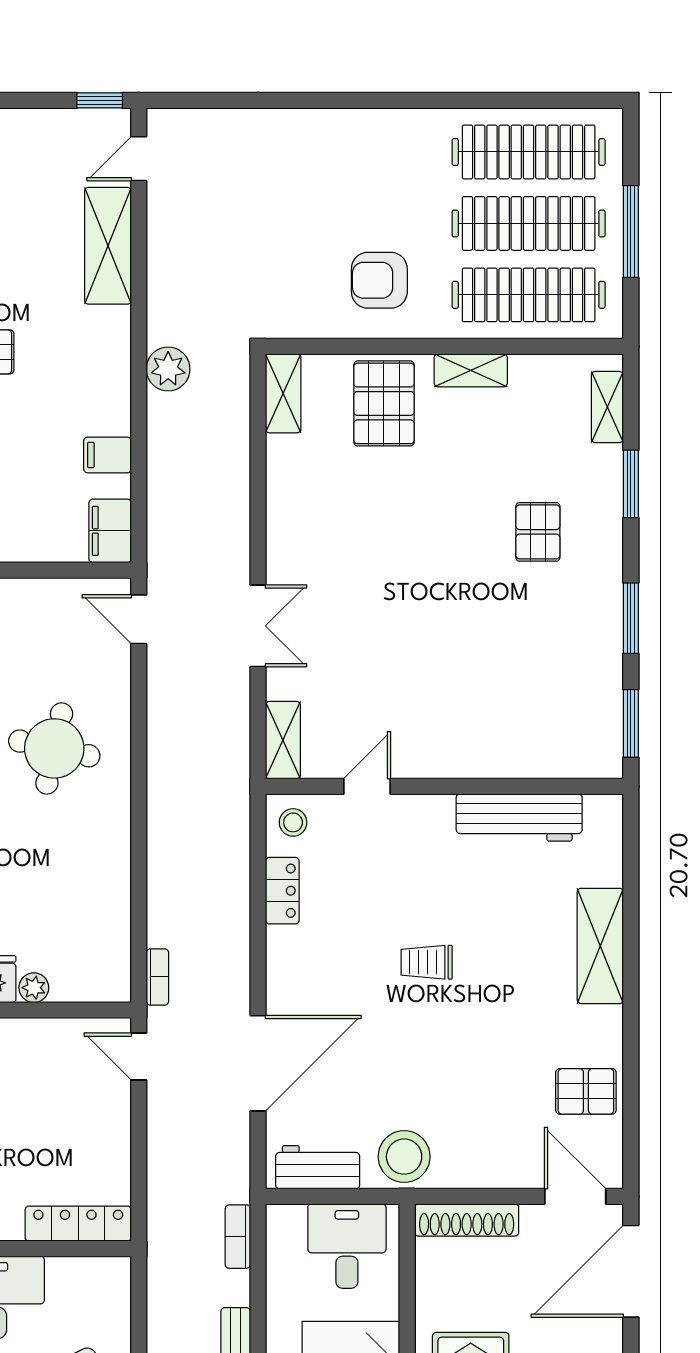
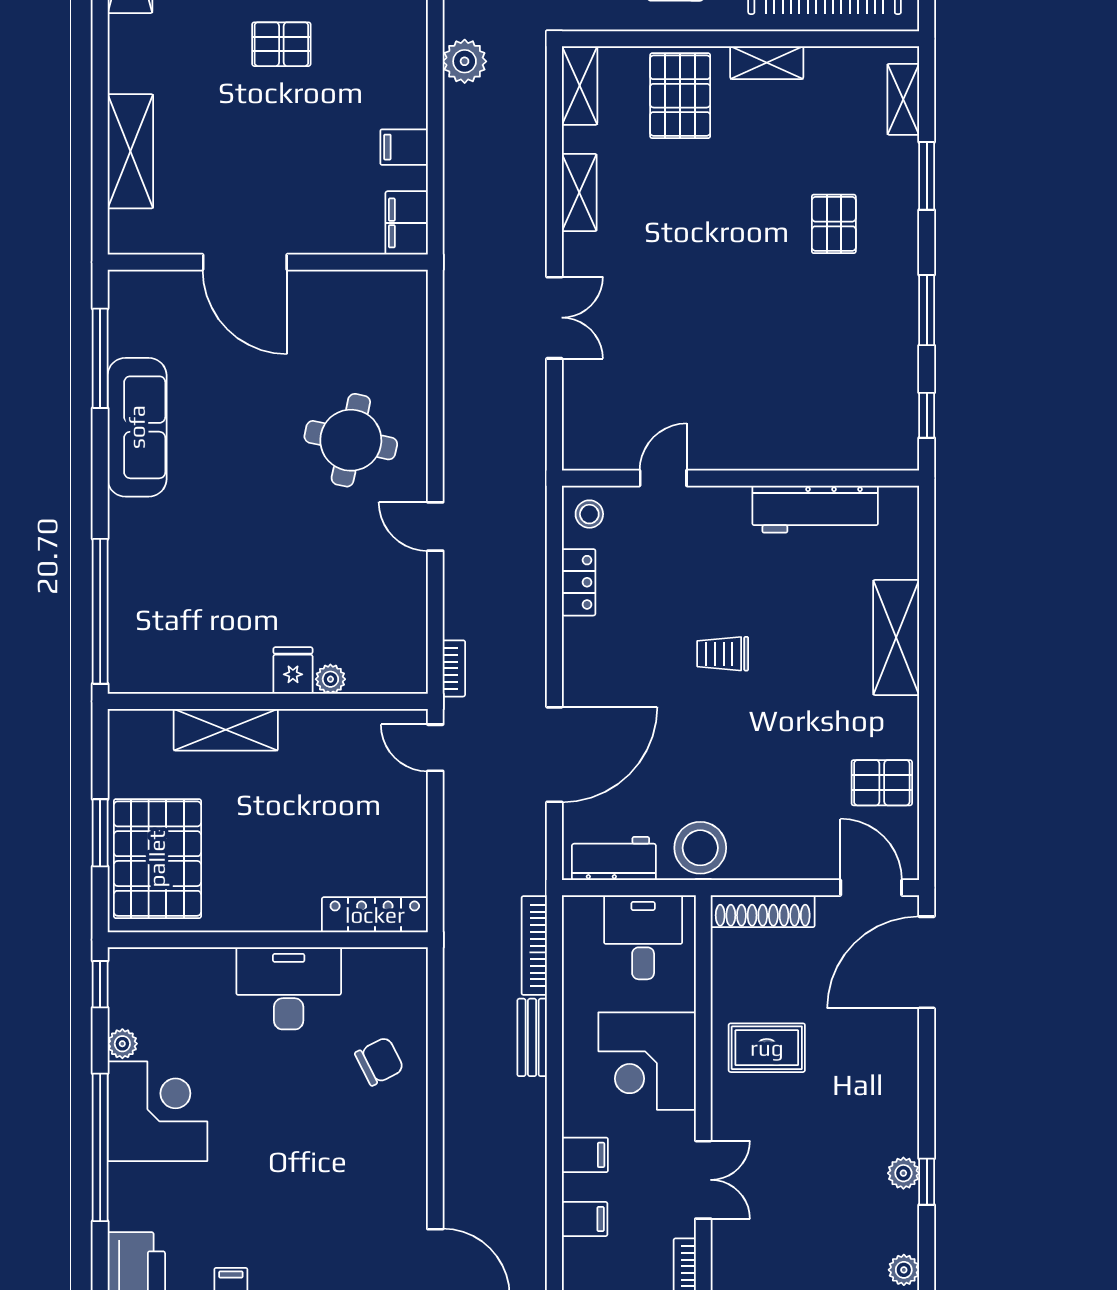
door: (139, 619) -> (435, 527), moved
window: (631, 723) -> (927, 415), width x0.67
shelving: (283, 740) -> (579, 193), moved
bookcase: (238, 1237) -> (534, 946), width x1.56

